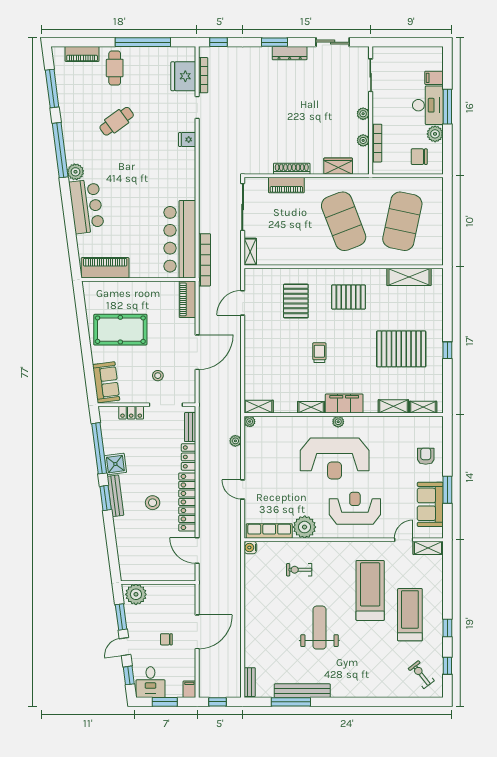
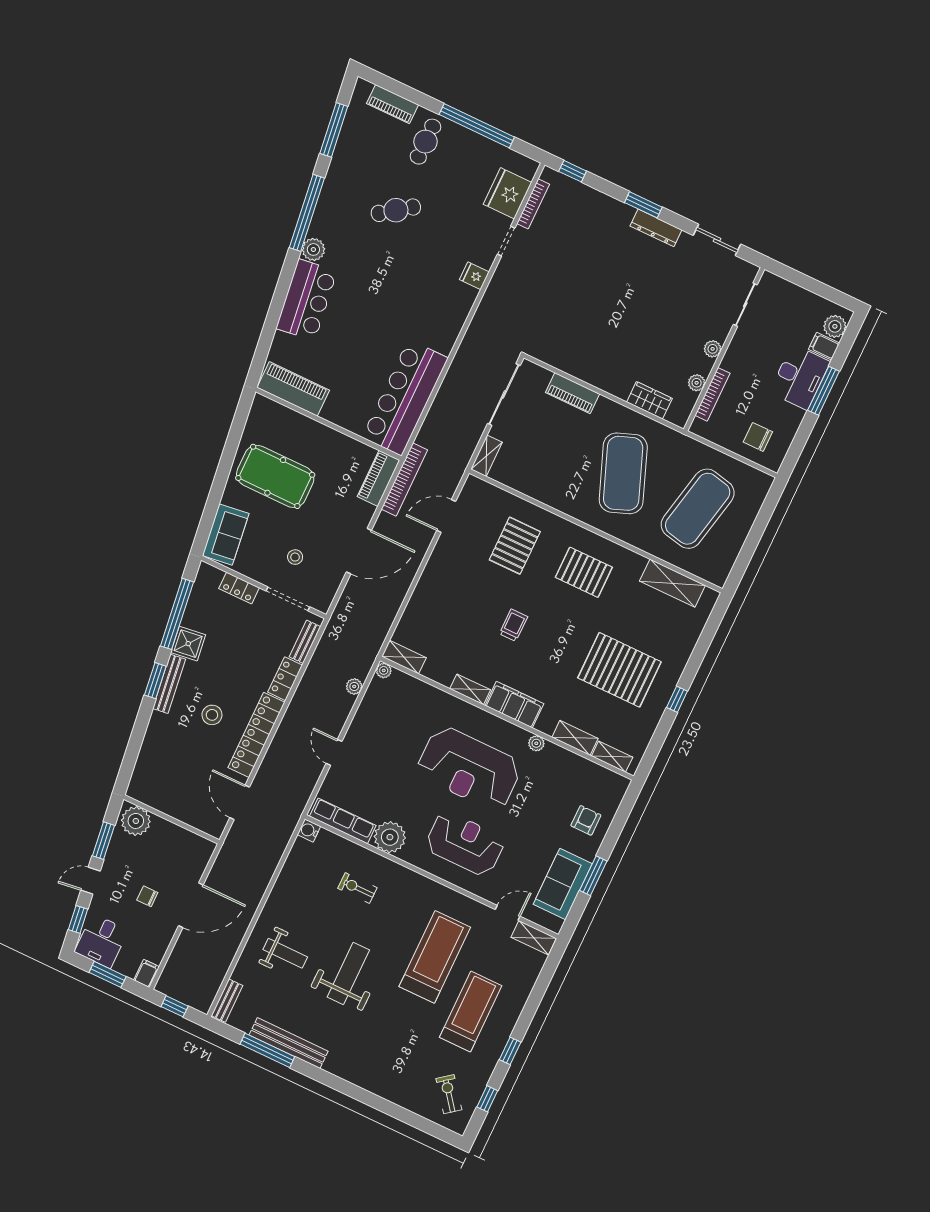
plant: (435, 134) -> (835, 326), moved
shoe rack: (292, 169) -> (589, 376), removed
bookcase: (204, 260) -> (404, 479), moved
plant: (338, 422) -> (536, 743), moved
weight bench: (273, 634) -> (285, 953), added

